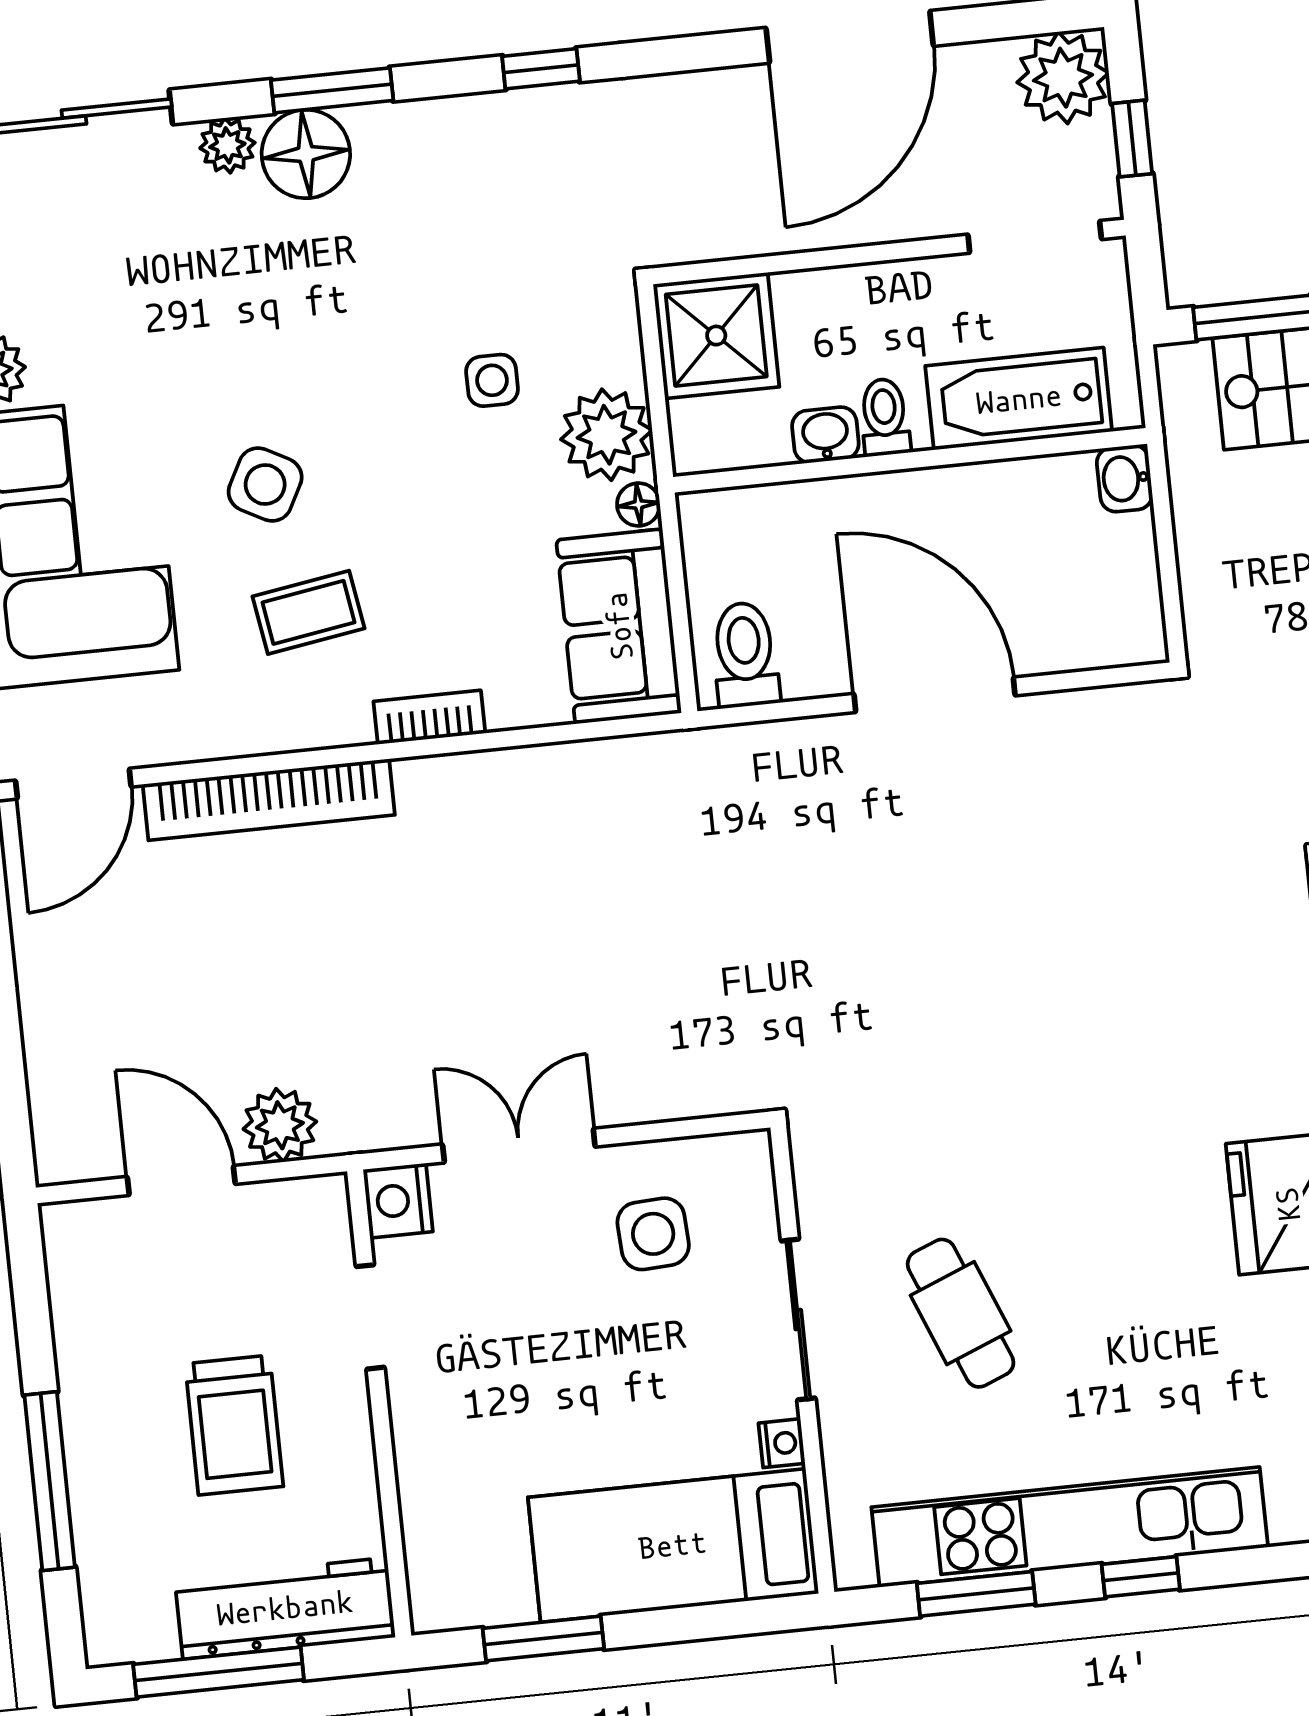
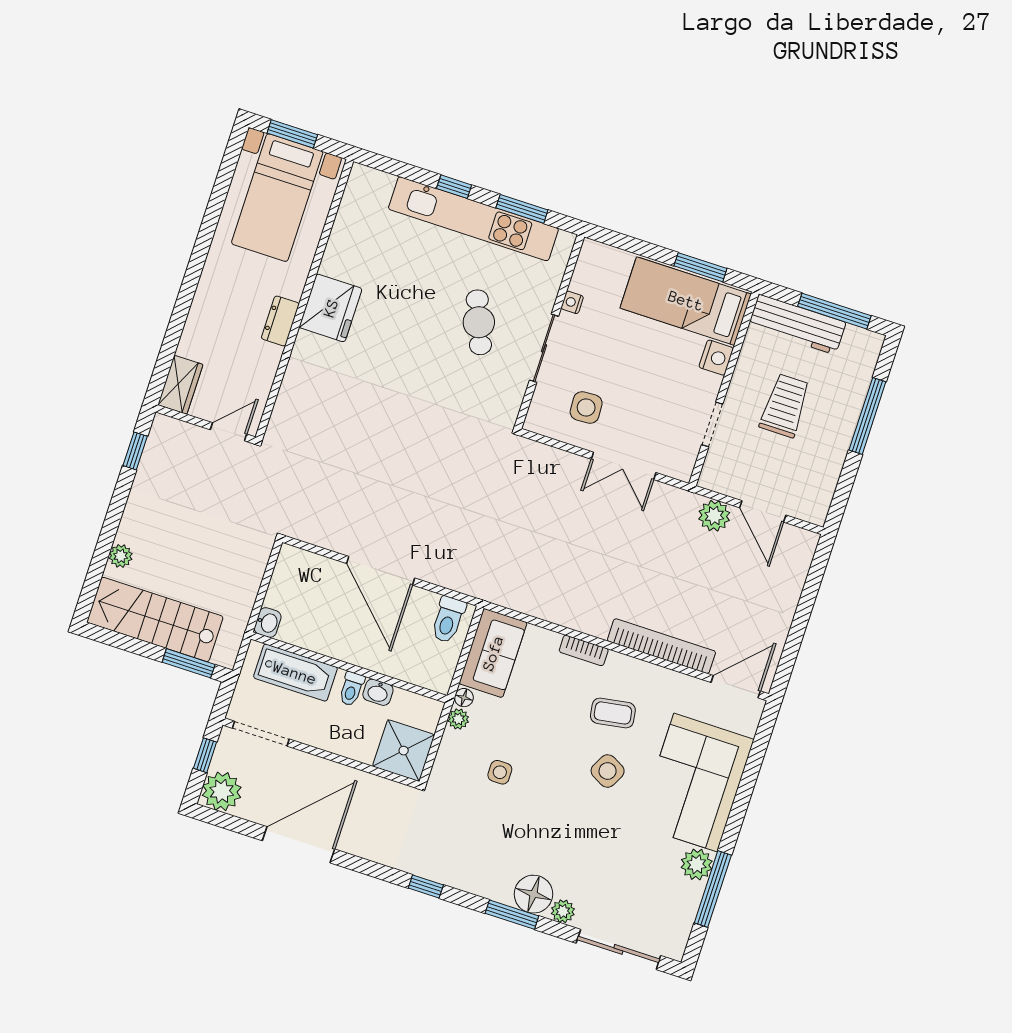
plant: (607, 435) -> (458, 719), width x0.53, depth x0.53
nightstand: (398, 1201) -> (716, 358), moved
bed: (673, 1545) -> (686, 301), moved, turned 180

